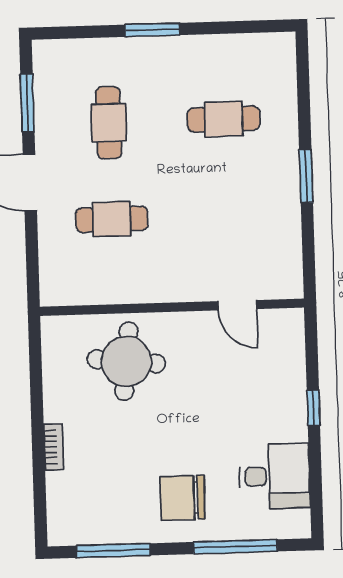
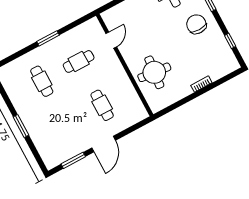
cafe table: (109, 123) -> (79, 61), moved
chair: (183, 498) -> (196, 24), turned 180
window: (113, 551) -> (230, 41), width x0.46

